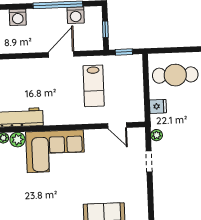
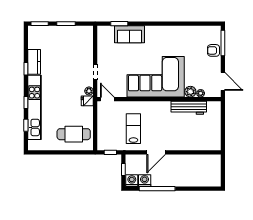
washing machine: (18, 17) -> (132, 181), moved
fridge: (158, 106) -> (87, 101), moved
door: (117, 125) -> (107, 99), moved
corner sofa: (55, 151) -> (156, 77), width x1.36, depth x1.36

